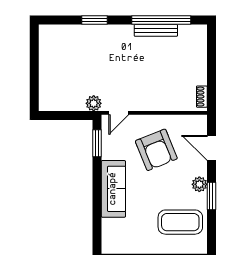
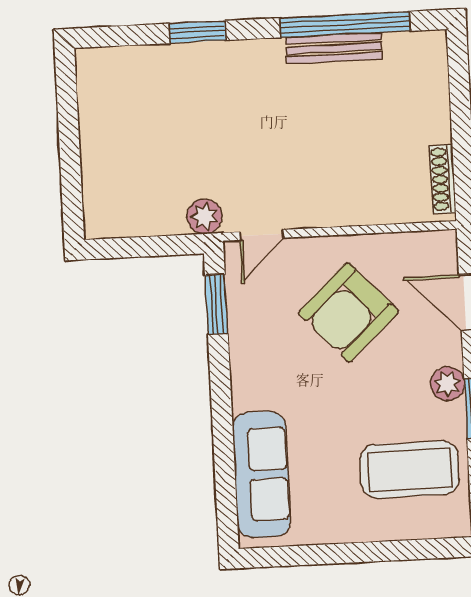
shoe rack: (202, 97) -> (443, 179), width x1.43
armchair: (156, 150) -> (348, 312), turned 69
sofa: (113, 189) -> (261, 475), moved

